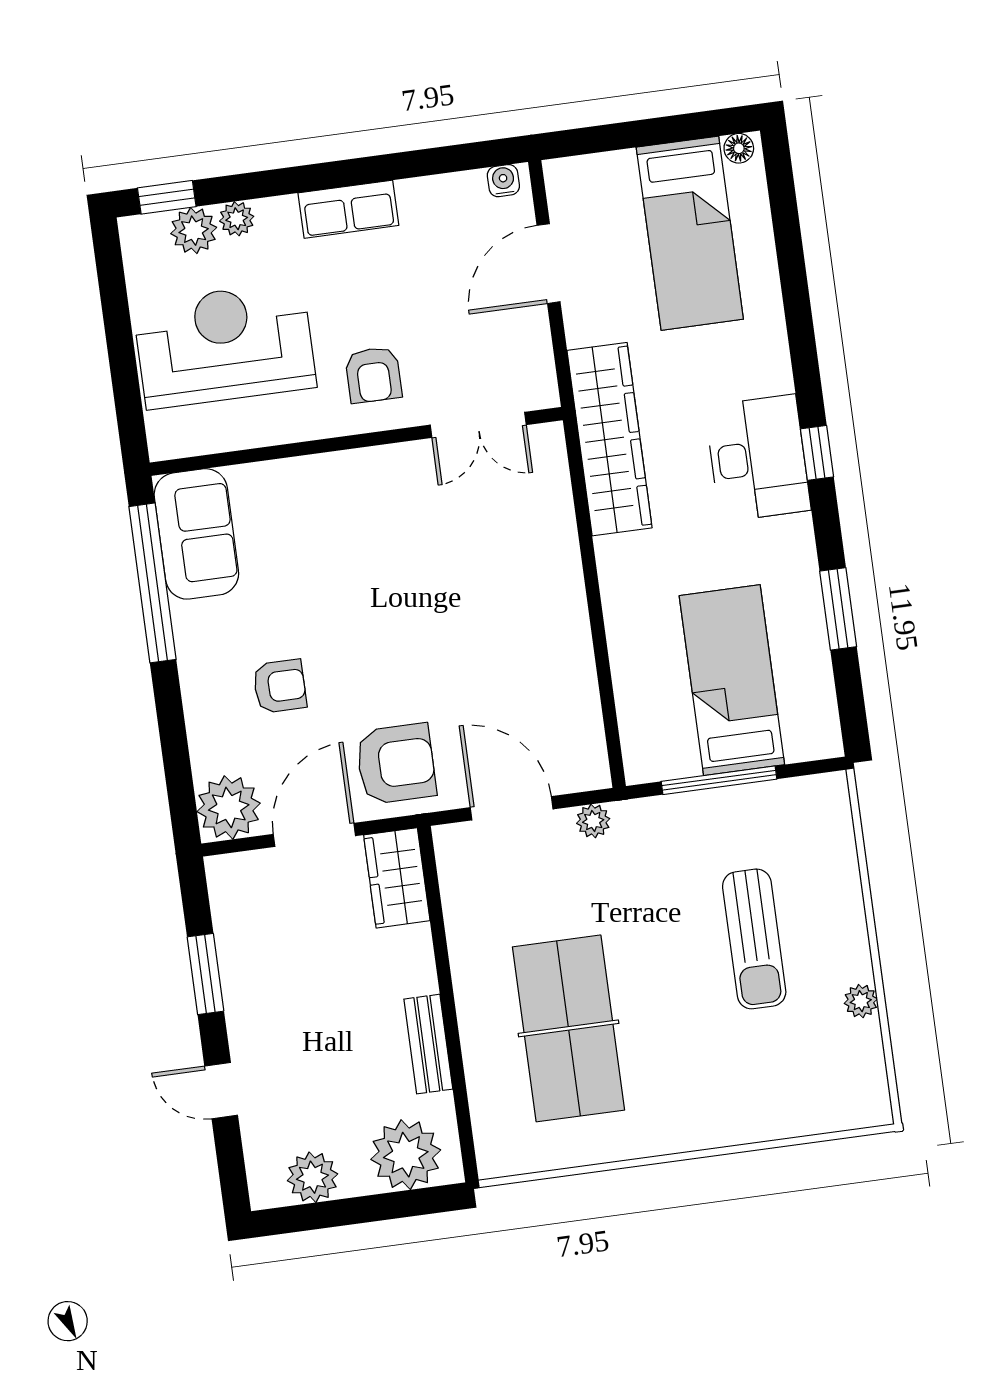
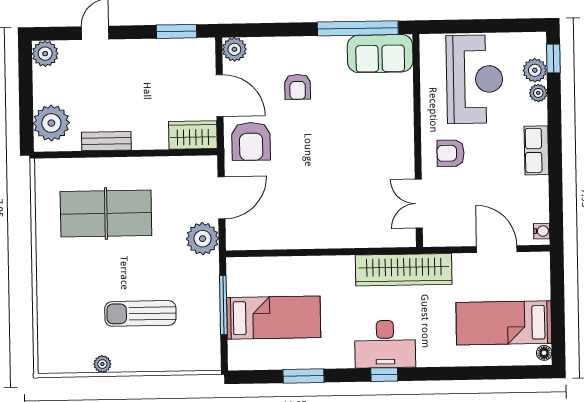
plant: (229, 807) -> (234, 49), width x0.73, depth x0.73
plant: (593, 821) -> (203, 239), width x1.88, depth x1.88
window: (205, 974) -> (177, 31), moved
plant: (312, 1177) -> (45, 54), moved

